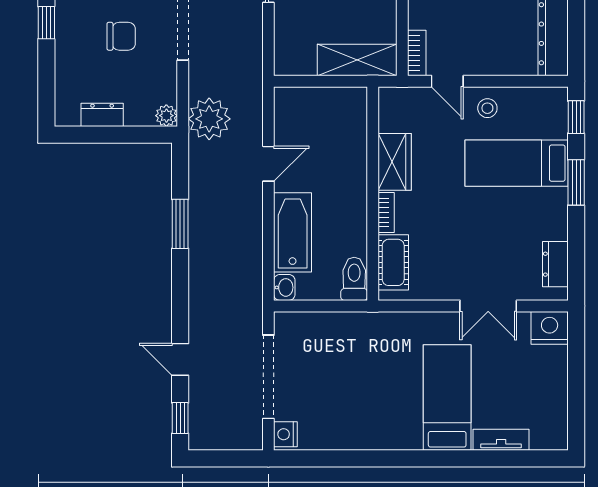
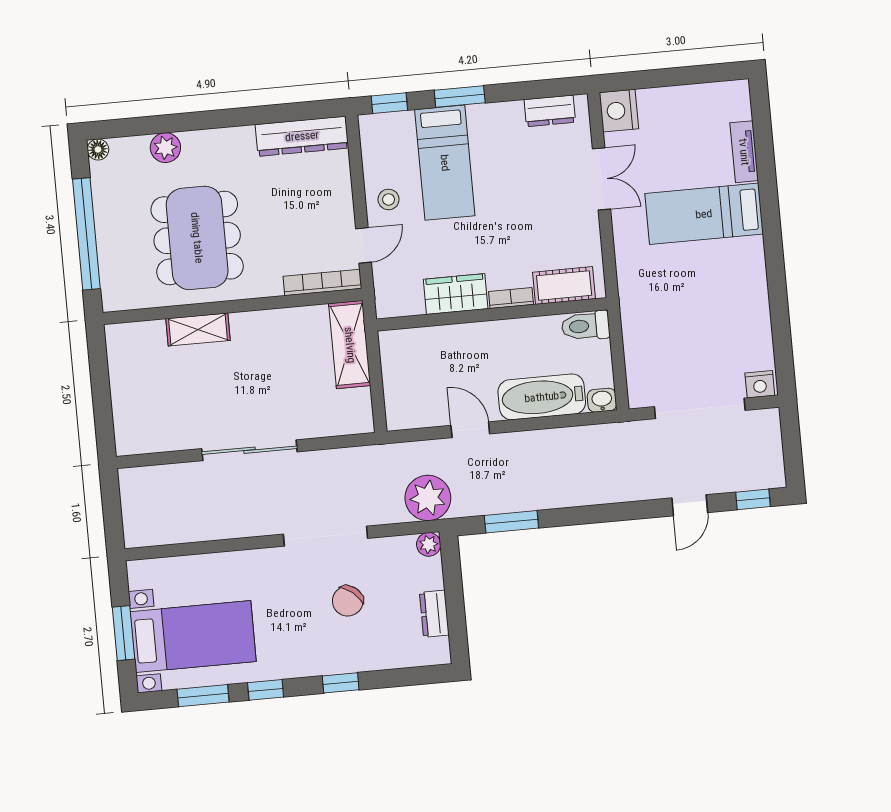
chair: (121, 36) -> (348, 601), turned -141
bookcase: (417, 53) -> (322, 282), width x1.56
window: (180, 224) -> (511, 522), moved

